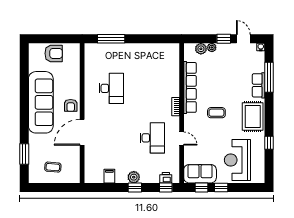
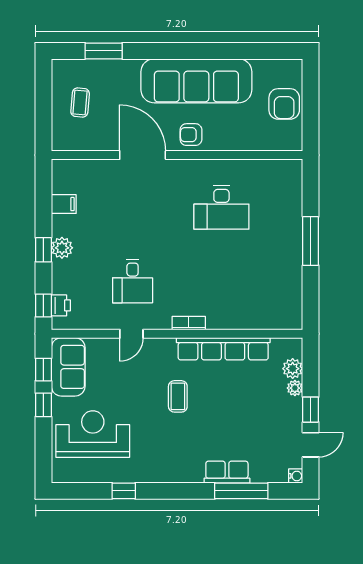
window: (111, 39) -> (311, 241), moved
rug: (253, 116) -> (171, 462), removed
desk: (152, 138) -> (133, 281), width x0.73

